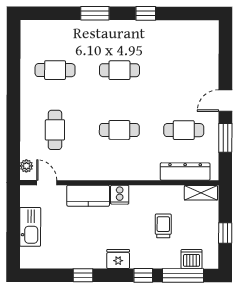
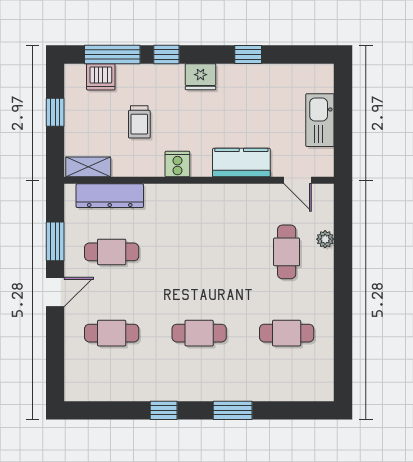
cafe table: (119, 130) -> (112, 333), moved
plant: (26, 166) -> (325, 239), moved
cooker: (120, 195) -> (177, 164), moved

